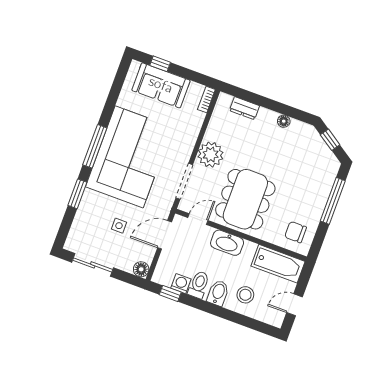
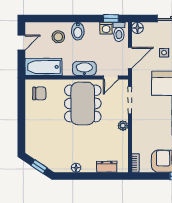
plant: (211, 155) -> (123, 126), width x0.53, depth x0.53
window: (333, 201) -> (21, 125), removed
toilet: (199, 285) -> (119, 32), moved

